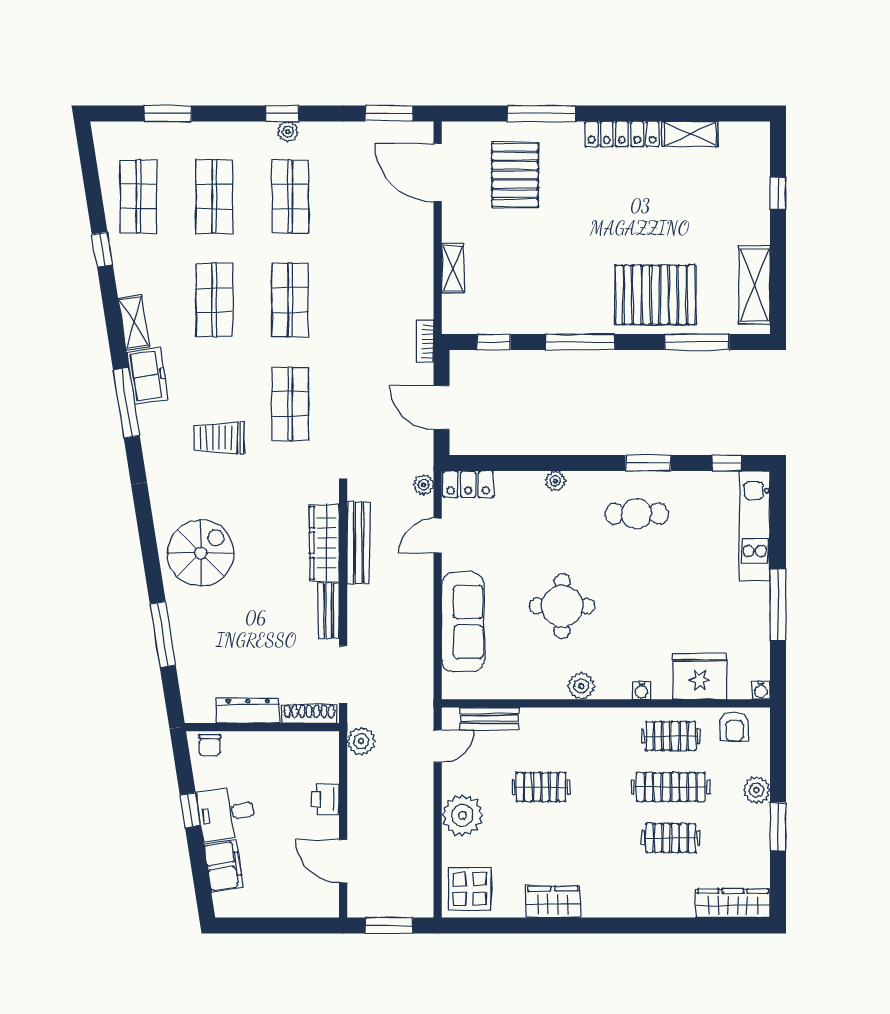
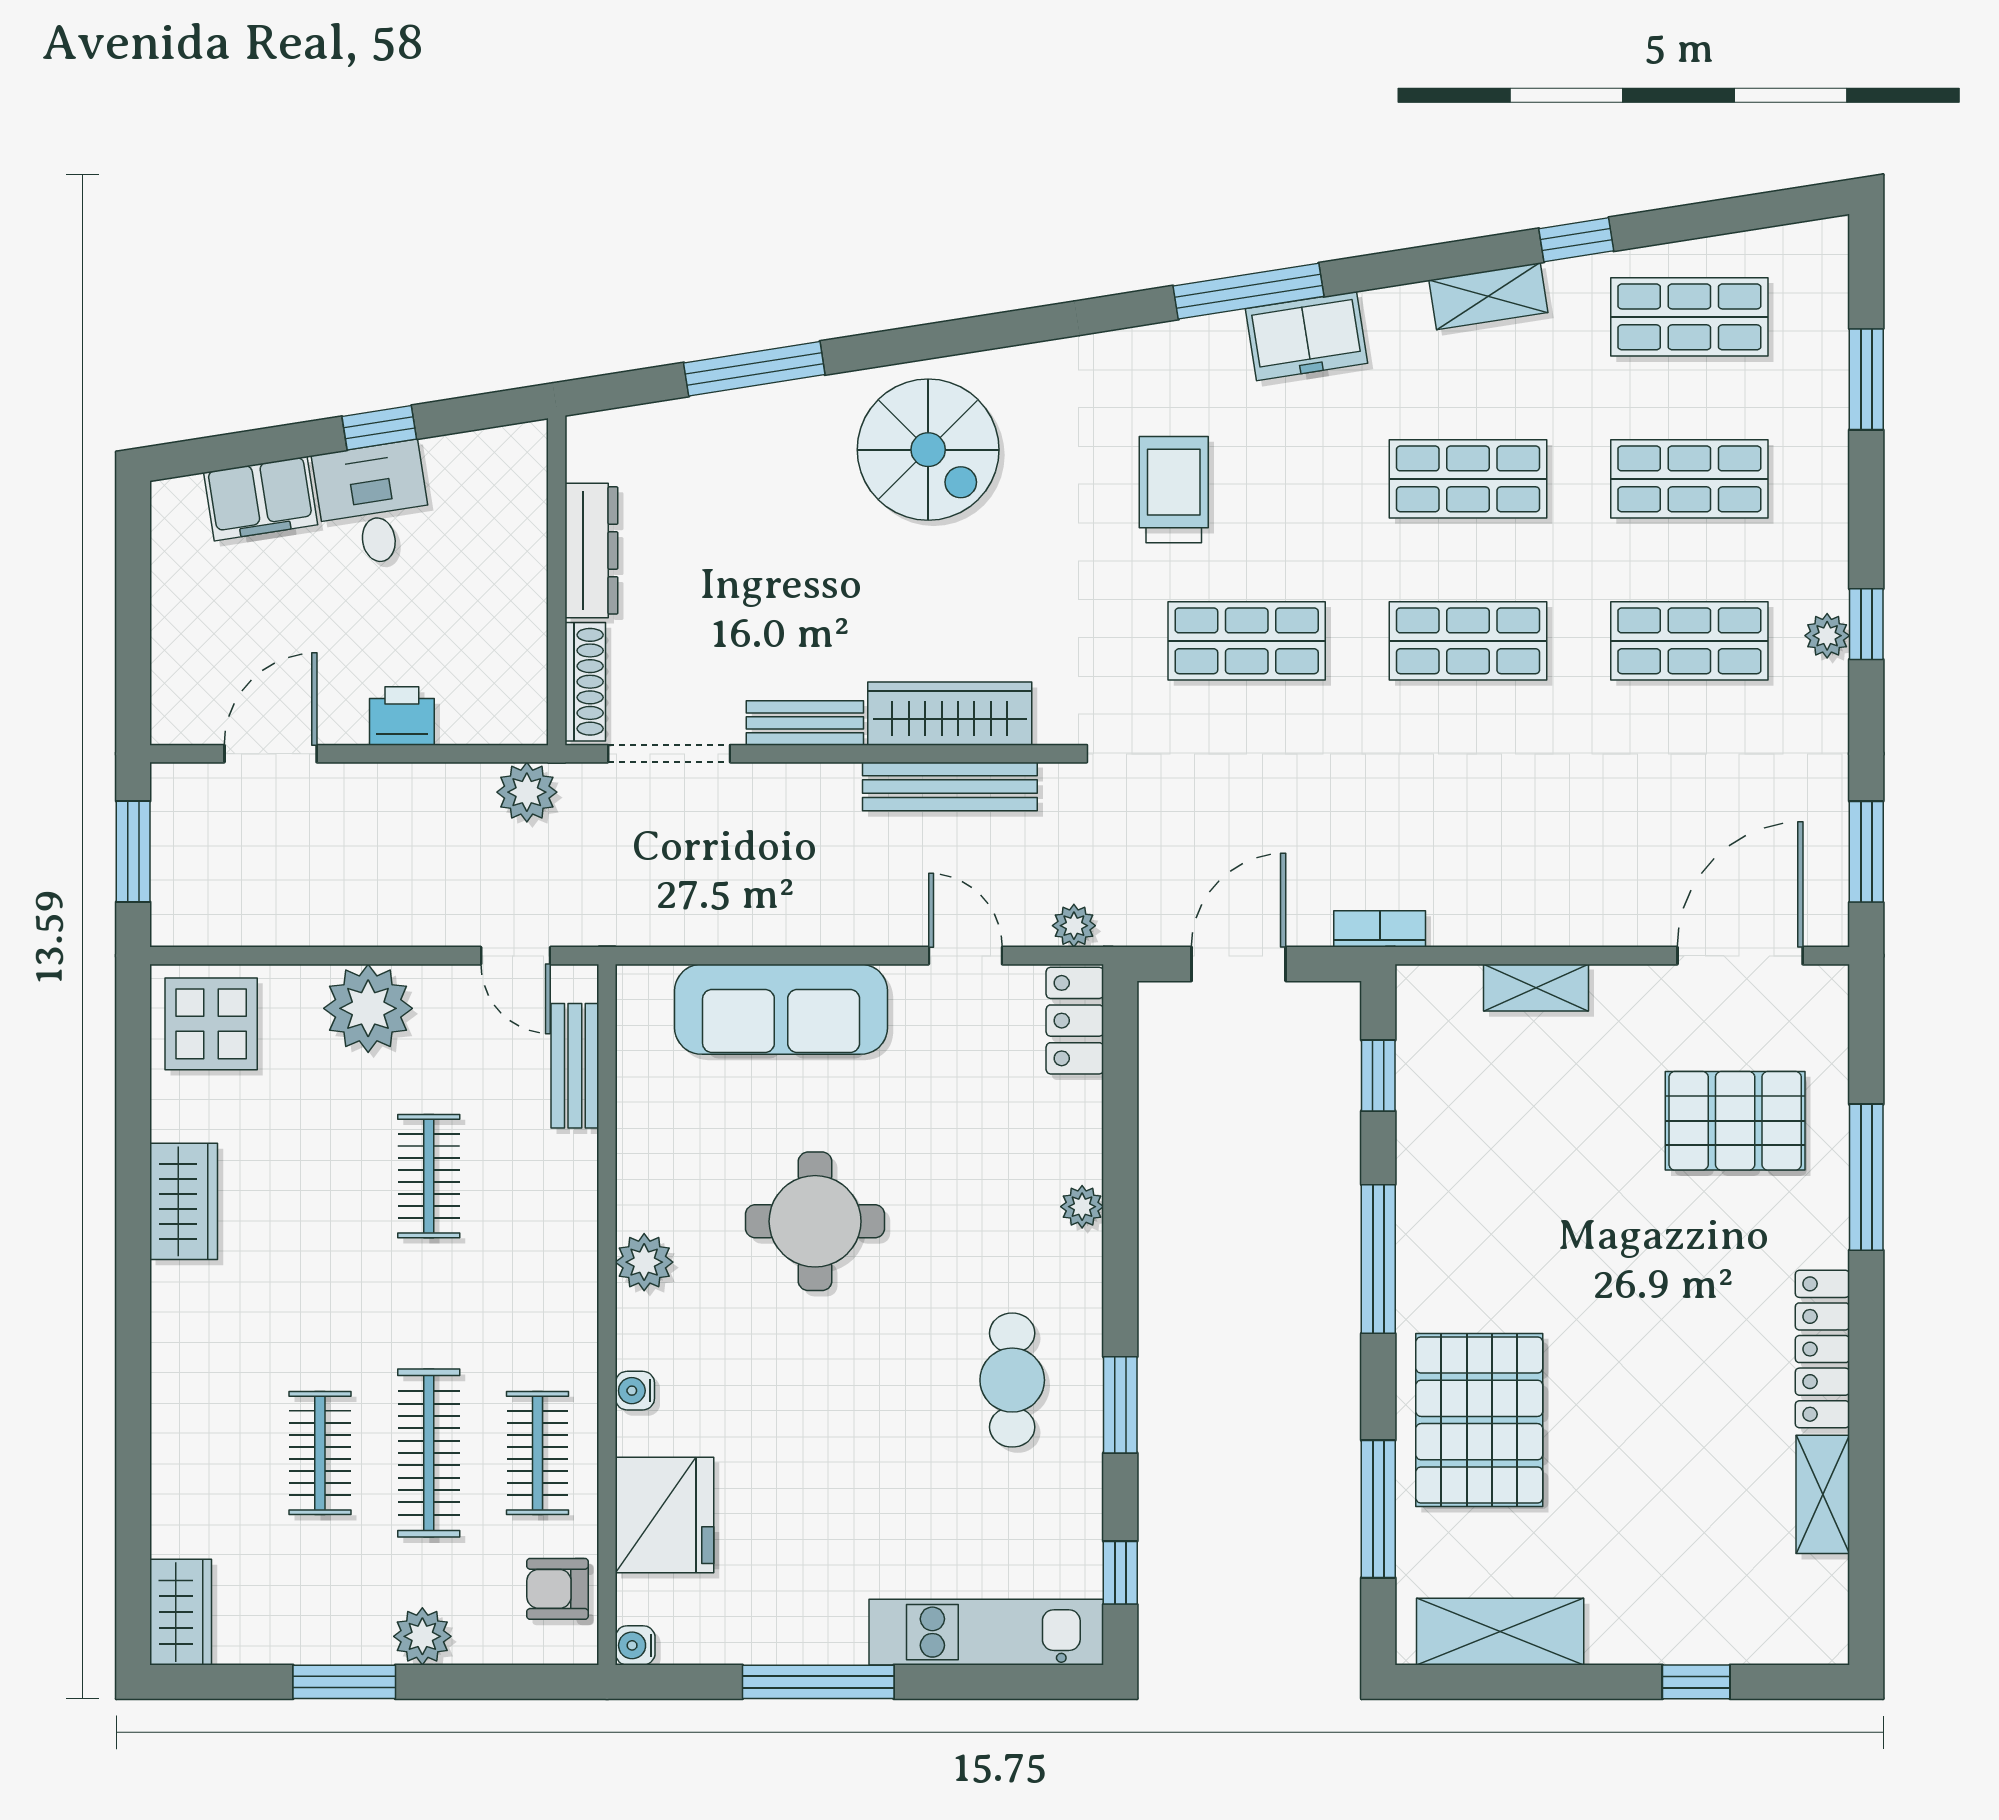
shelving: (134, 322) -> (1488, 296), moved
chair: (210, 745) -> (518, 469), removed
wardrobe: (733, 903) -> (181, 1612), width x0.67

